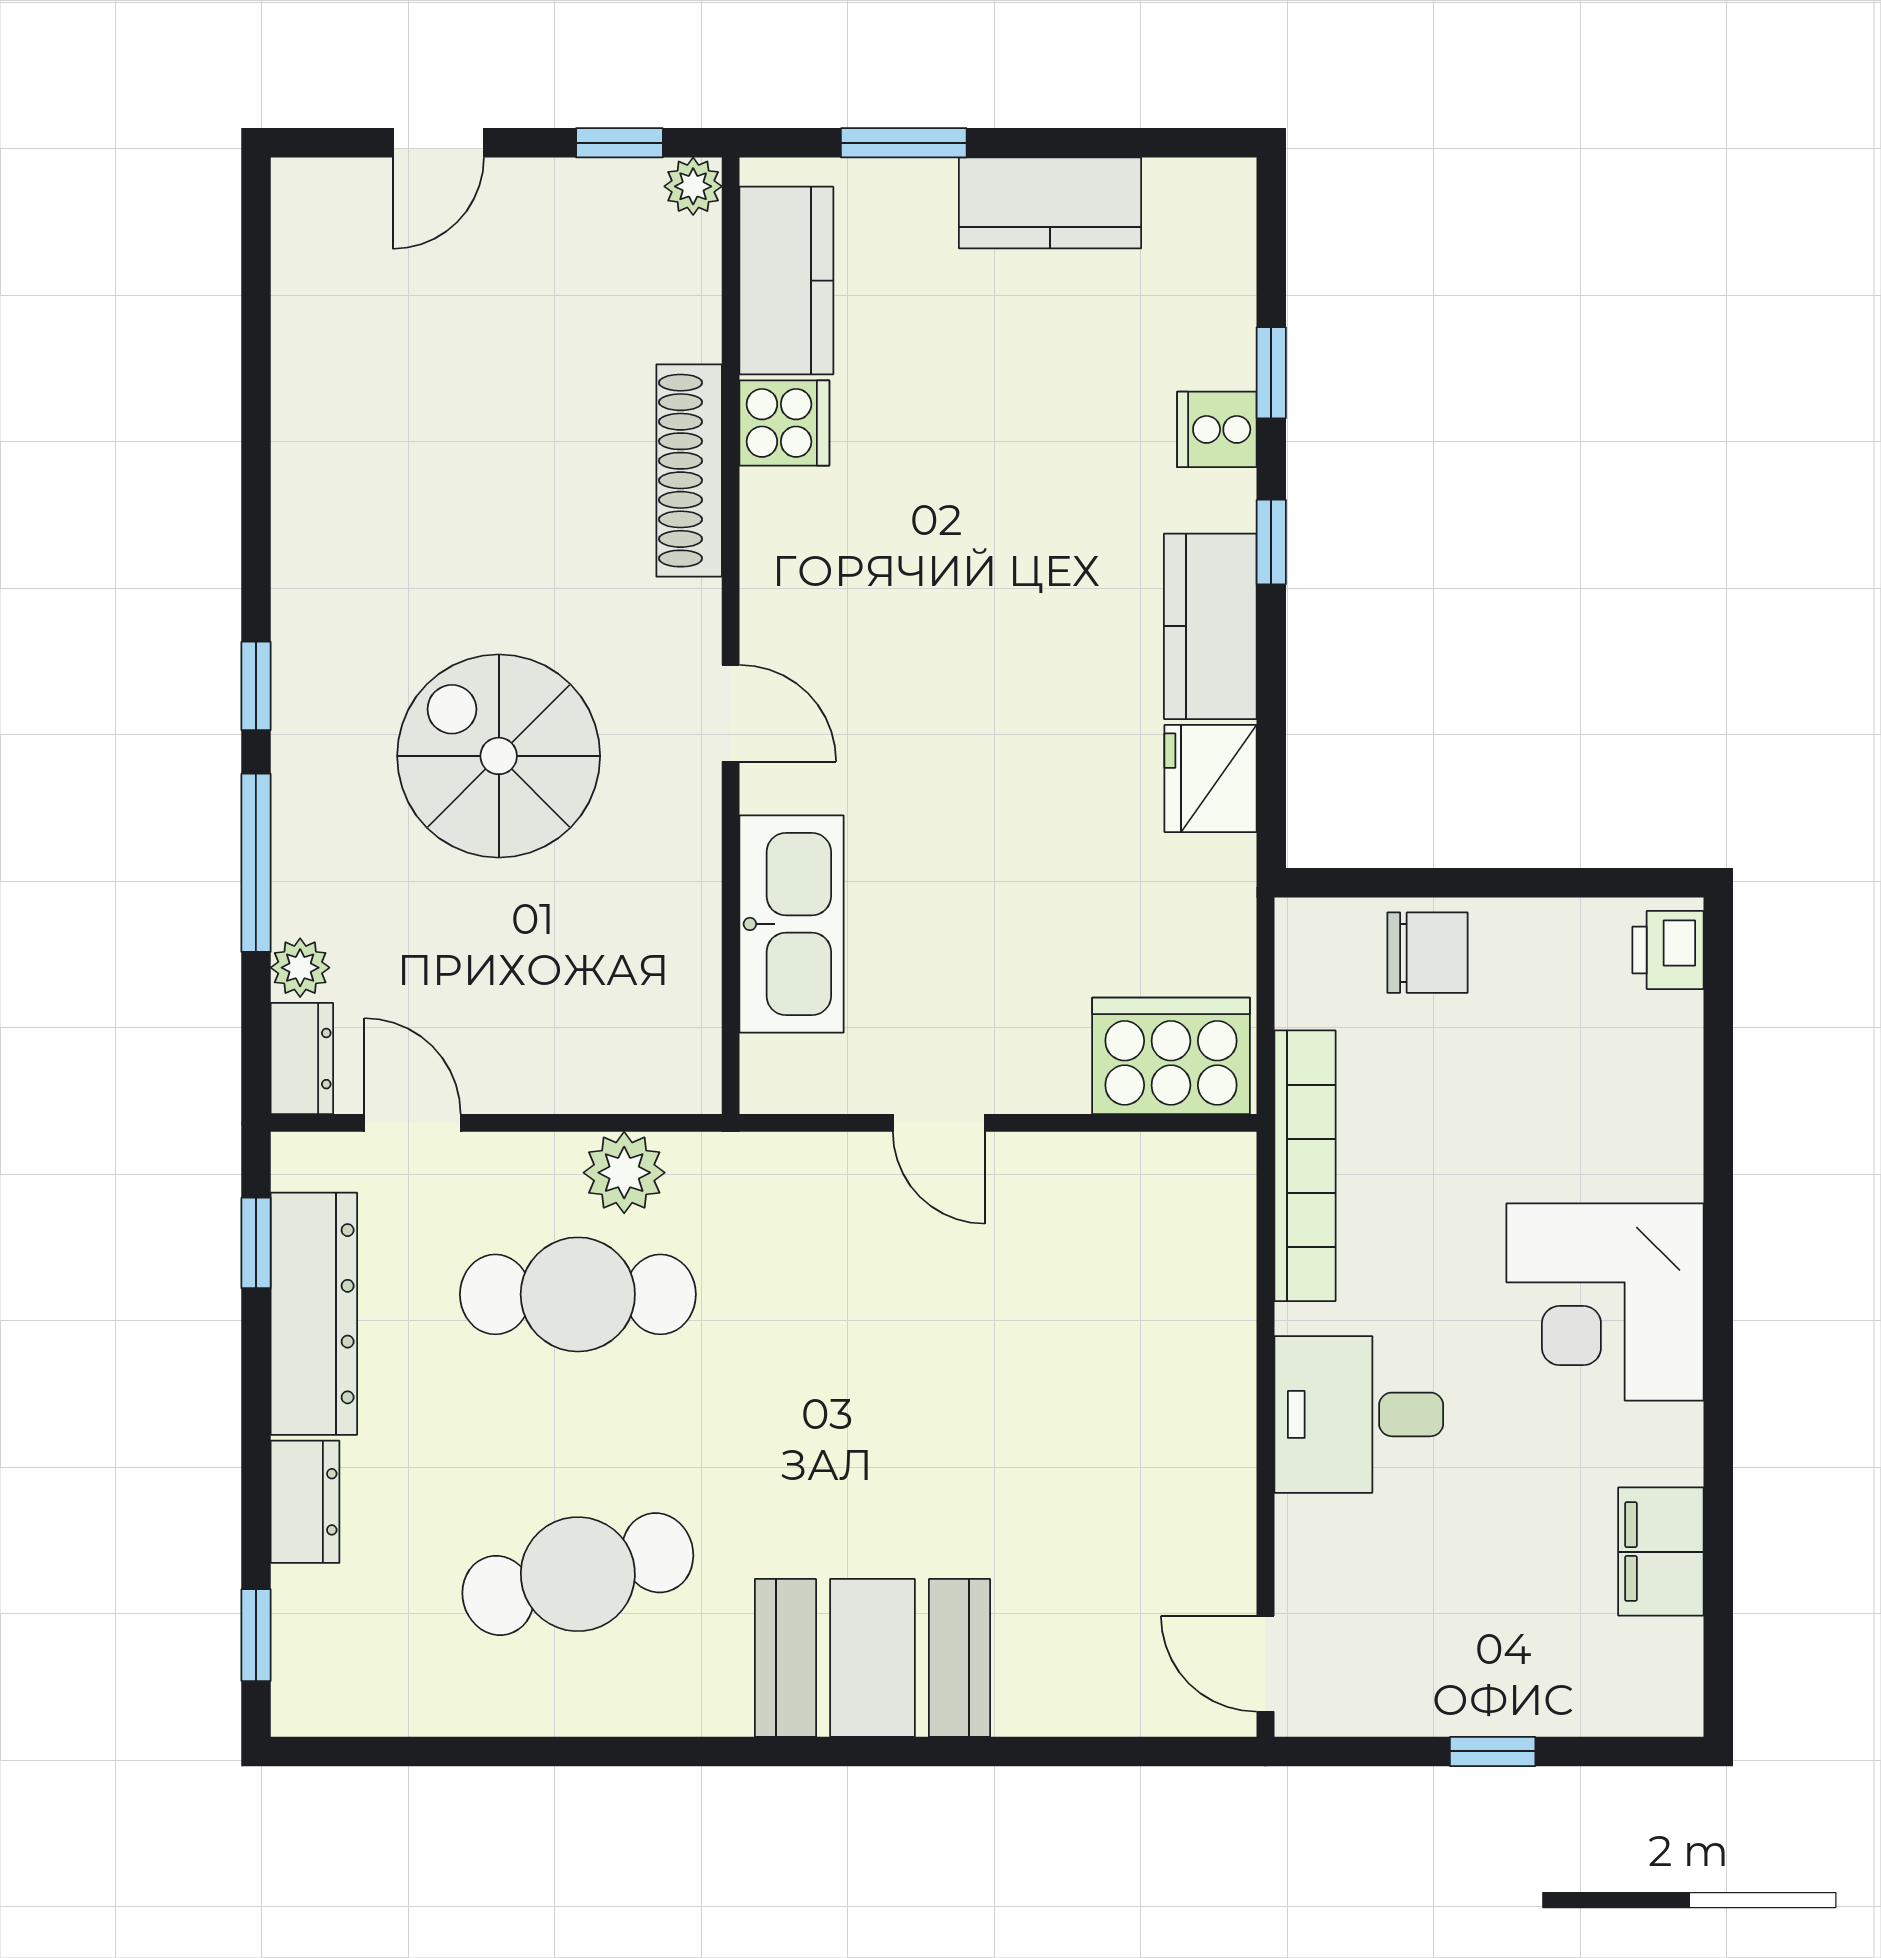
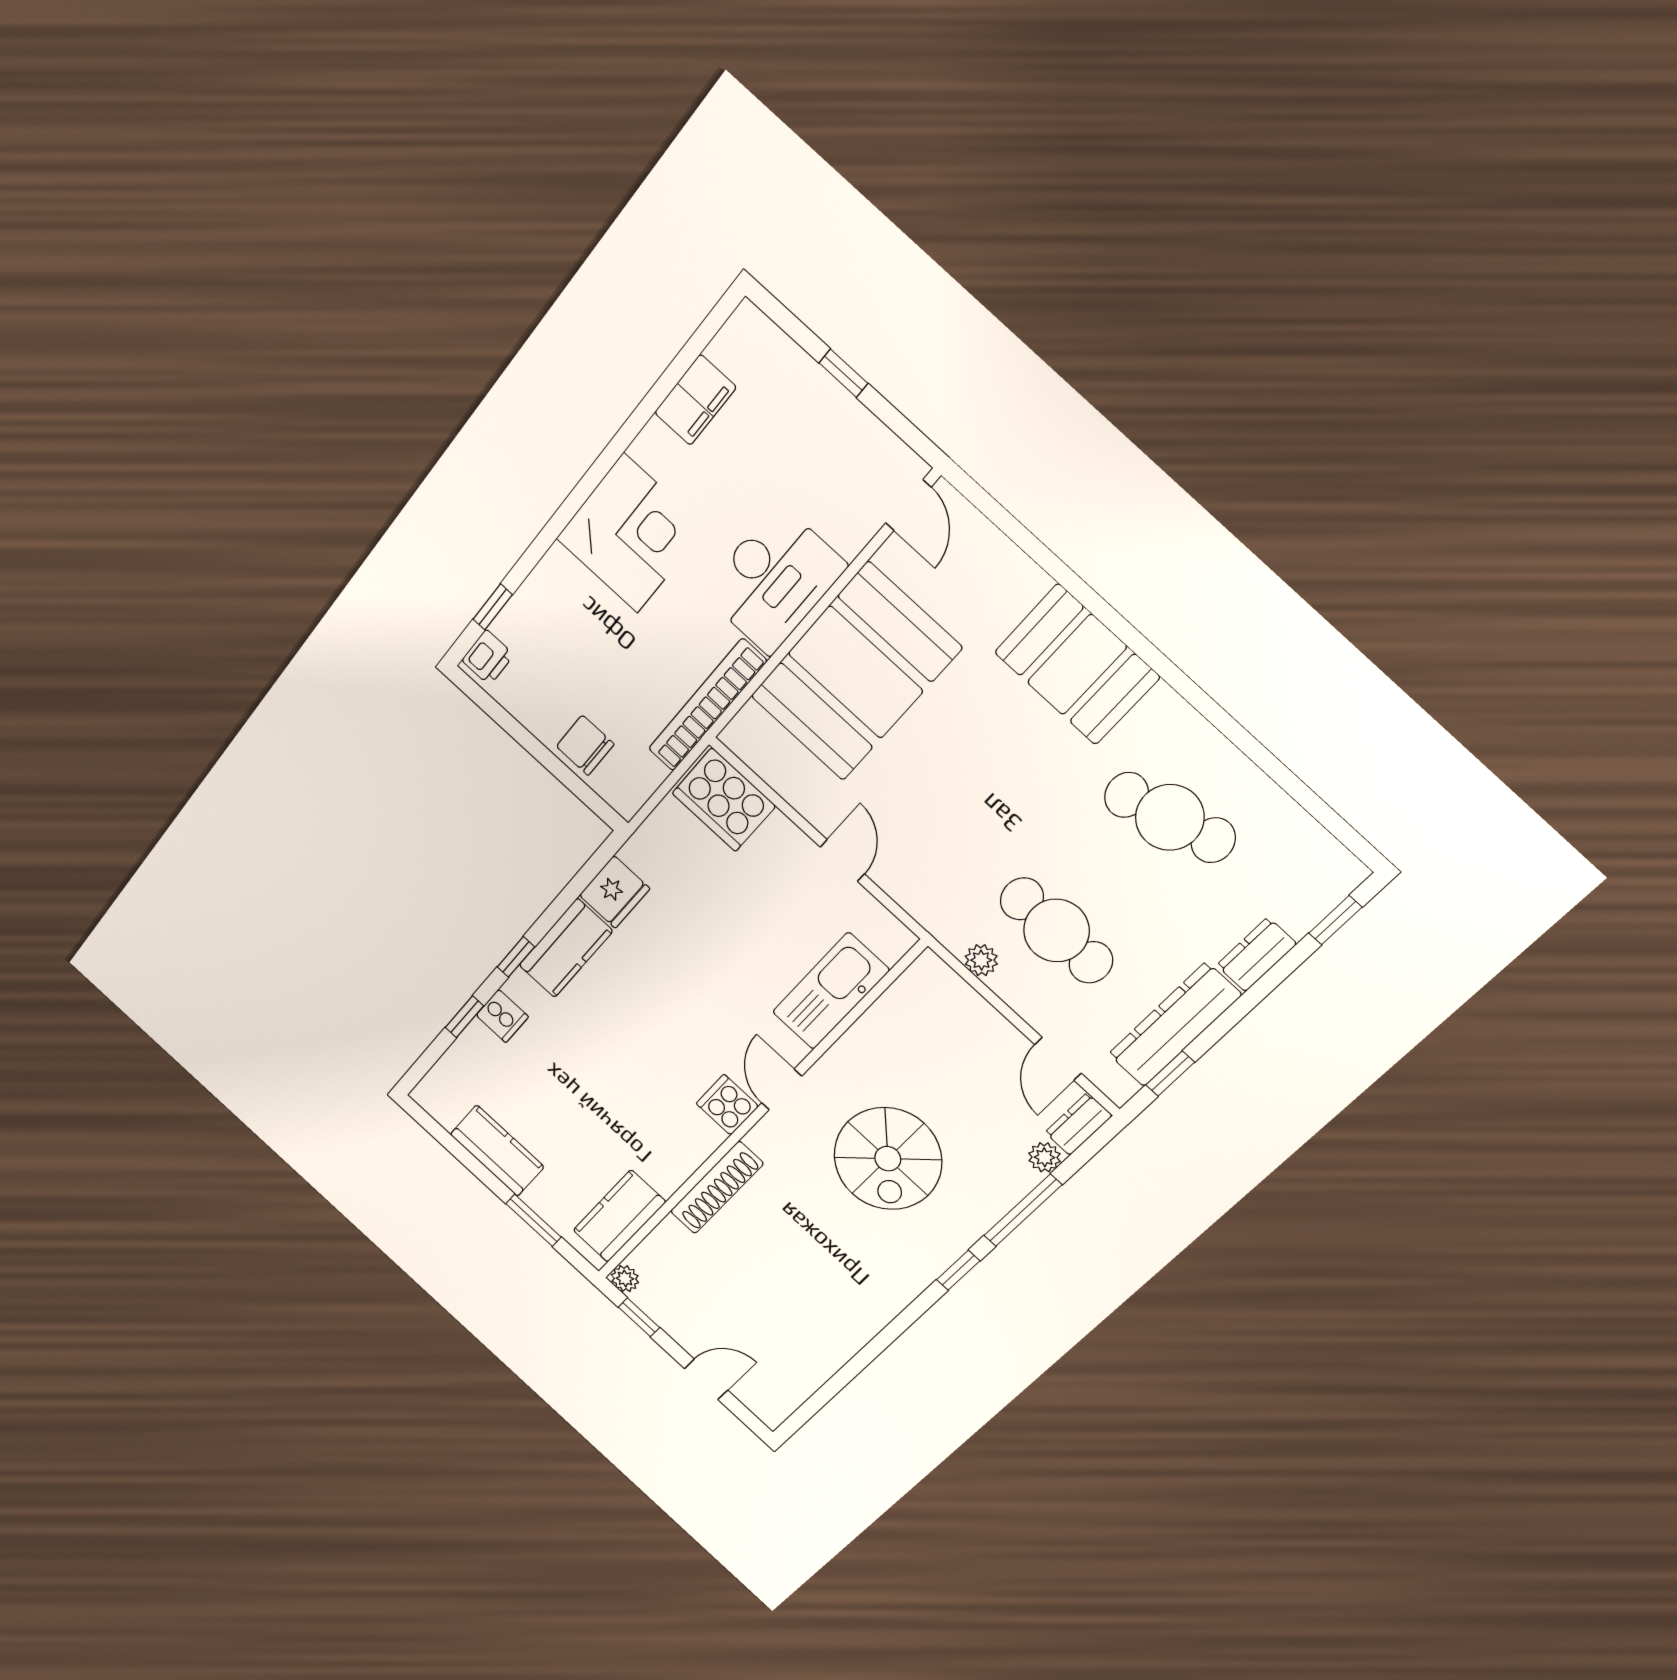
cooker: (784, 423) -> (727, 1105), moved
window: (1718, 1028) -> (493, 607), added
plant: (624, 1173) -> (981, 960), width x0.73, depth x0.73
booth: (1145, 1391) -> (855, 672), added
desk: (1359, 1414) -> (774, 579), width x1.37

